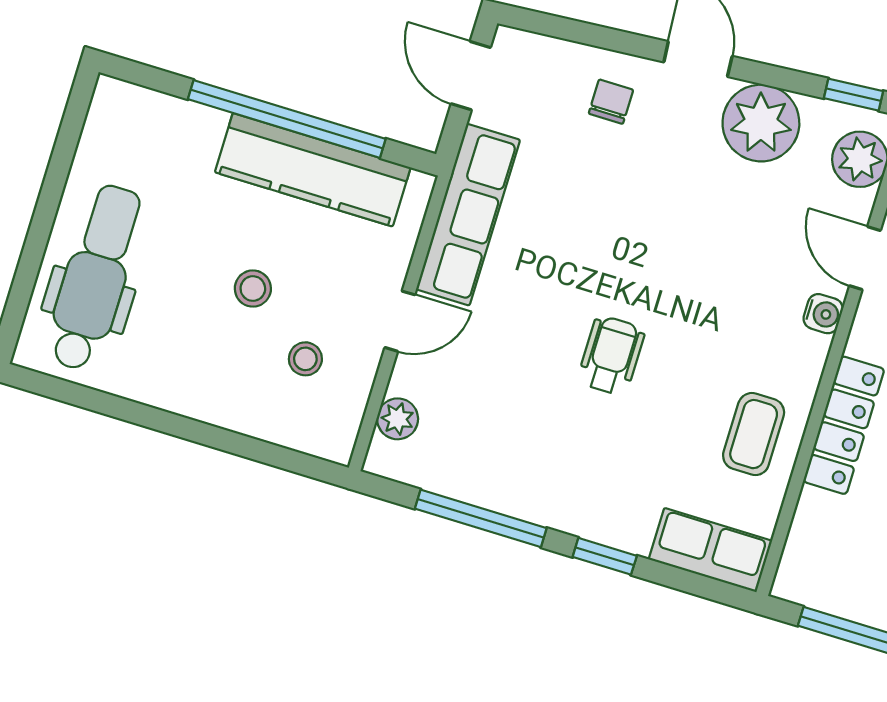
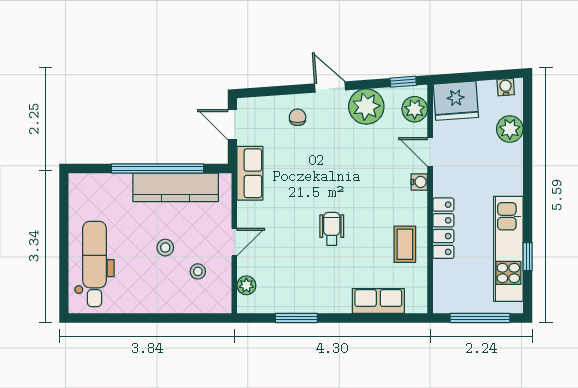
row of seats: (468, 215) -> (250, 173), width x0.68
window: (481, 518) -> (296, 318), width x0.69
row of seats: (710, 550) -> (378, 301), moved
window: (605, 556) -> (356, 318), removed

